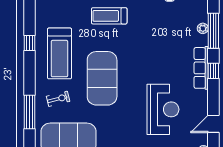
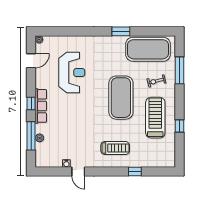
reception desk: (163, 109) -> (72, 72), turned 180

